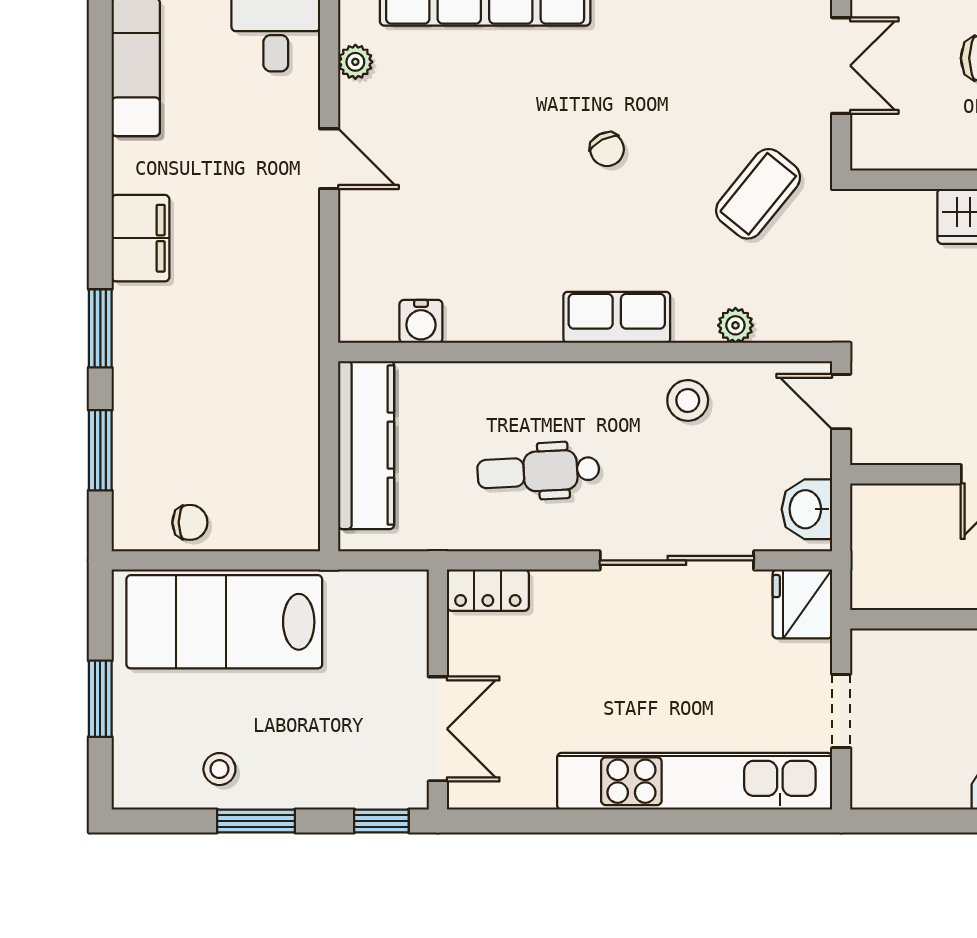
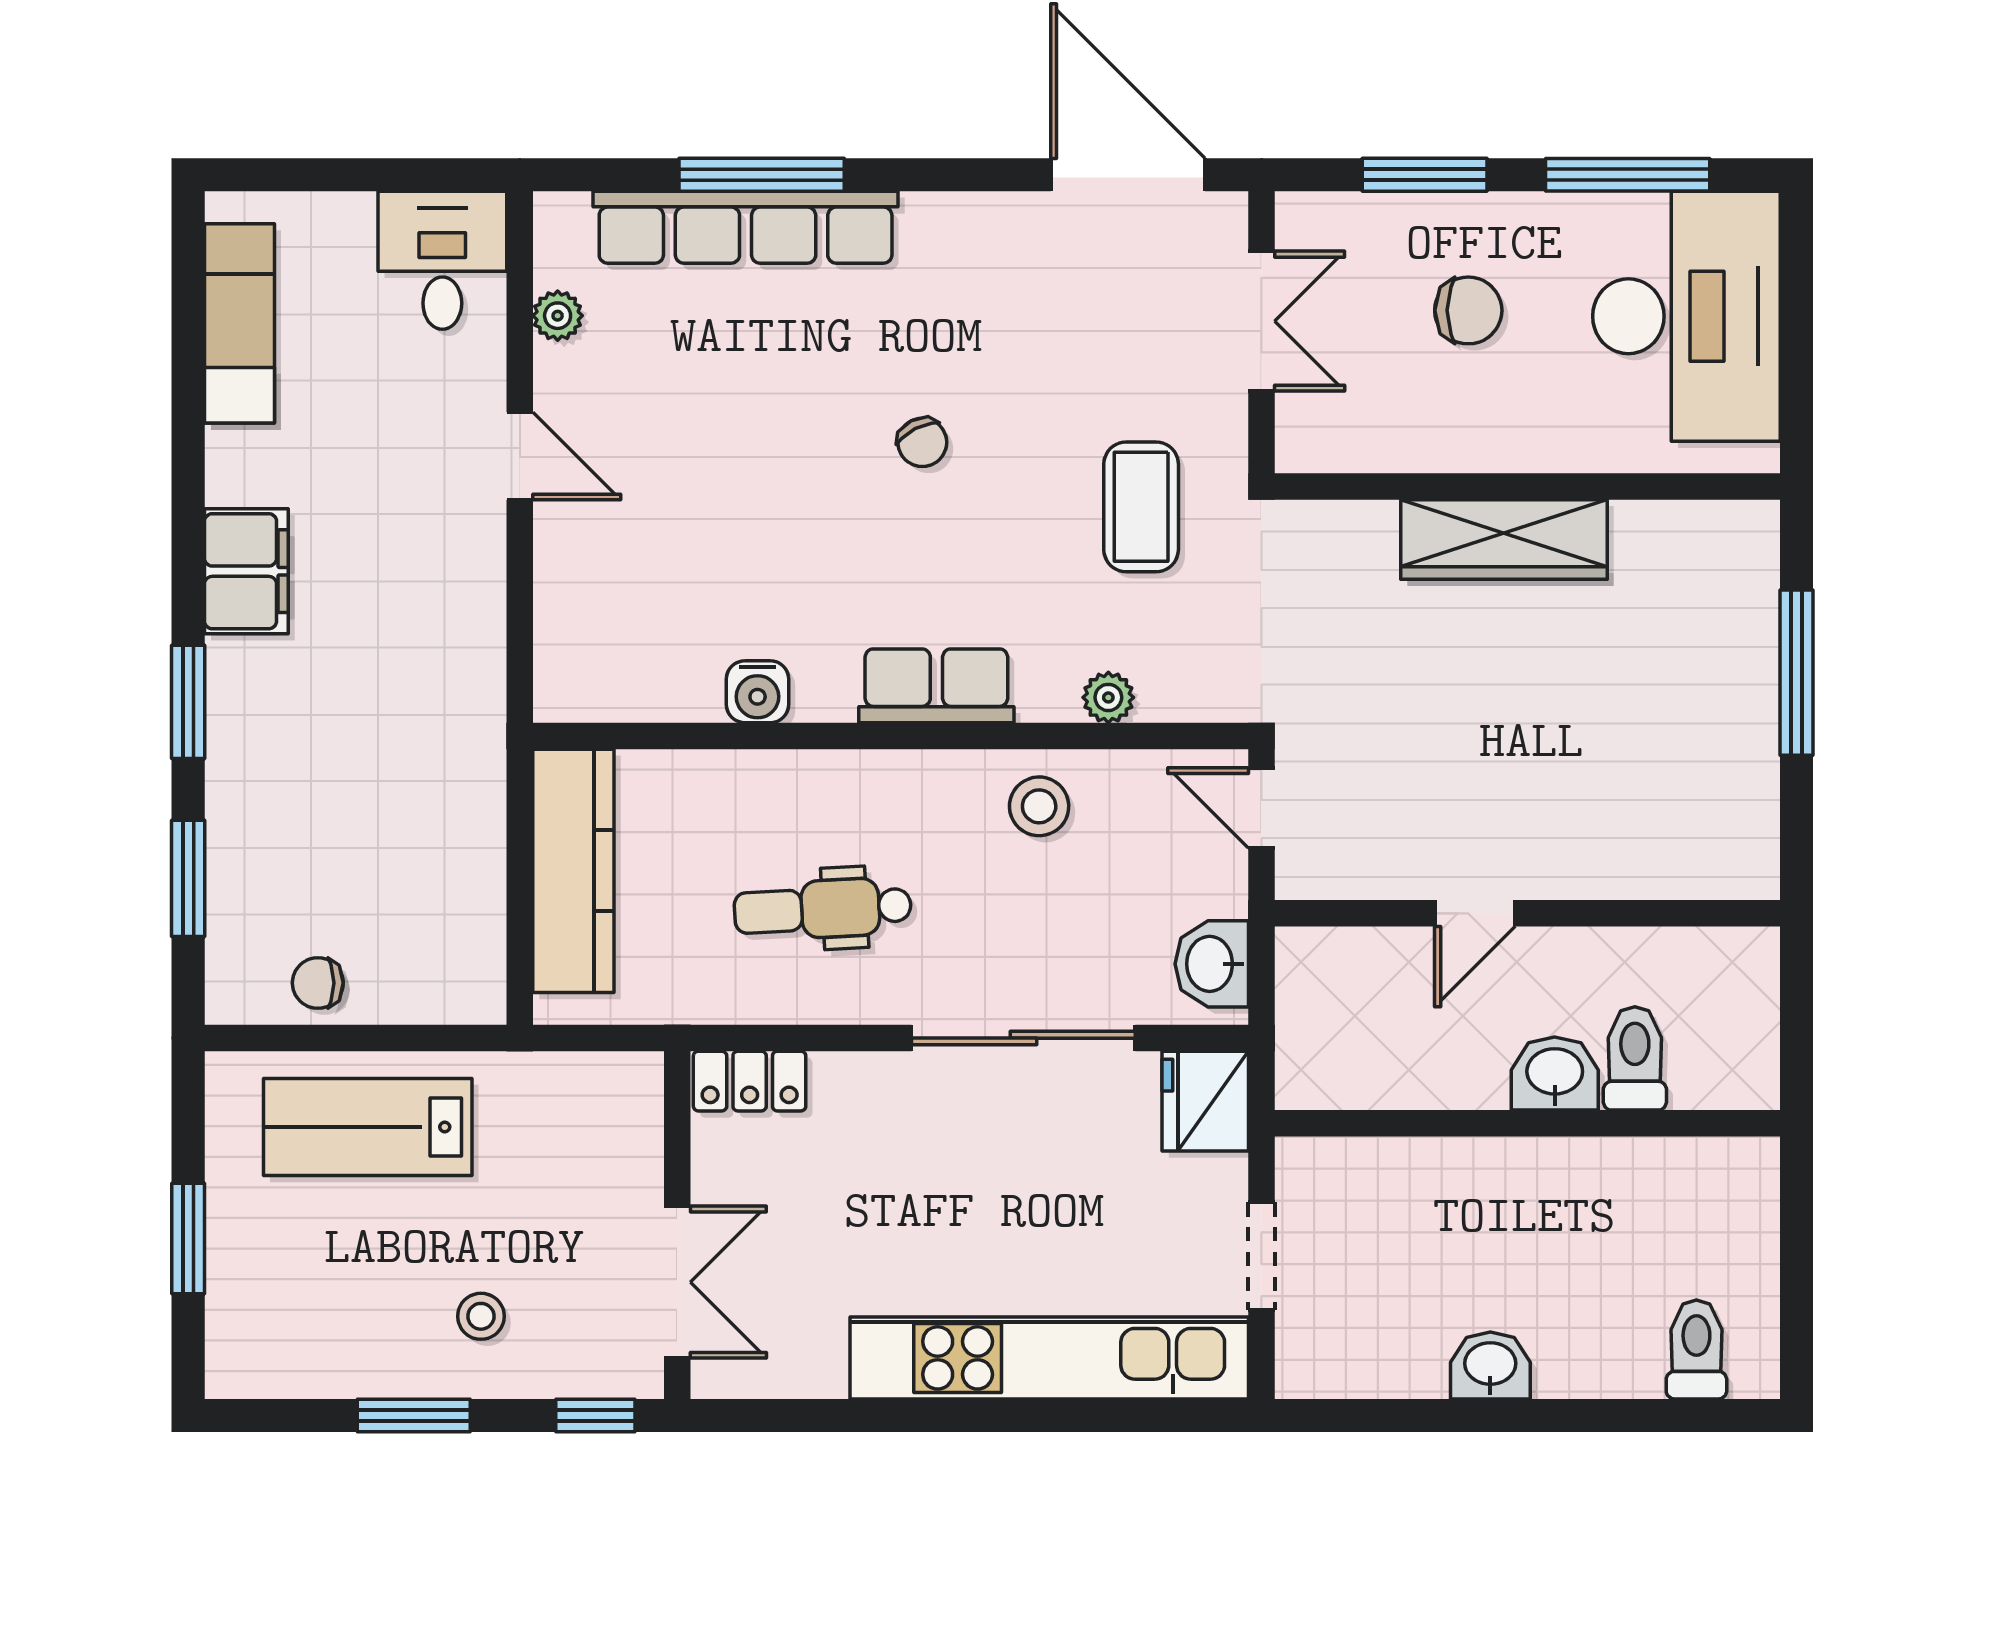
coffee table: (758, 194) -> (1141, 507), turned -39
water cooler: (421, 321) -> (758, 692), moved
chair: (190, 522) -> (318, 983), turned 180
lab bench: (224, 622) -> (368, 1127), width x0.73, depth x0.72
stool: (219, 769) -> (481, 1316), moved

